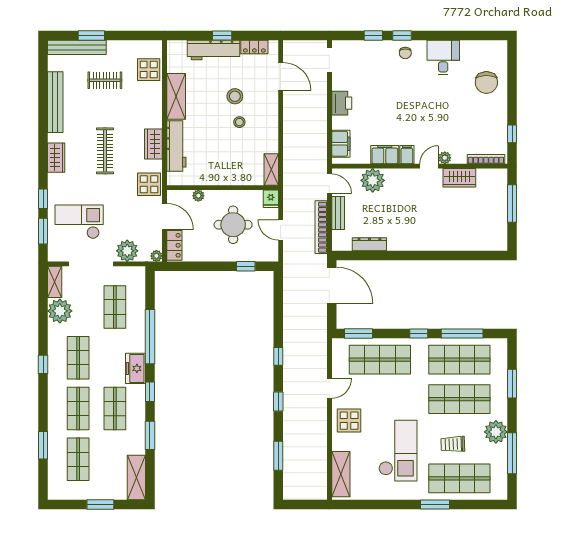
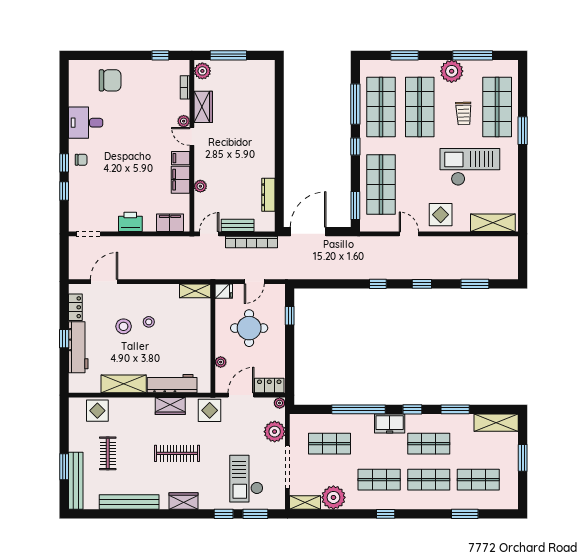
bookcase: (486, 159) -> (185, 87), width x0.64
plant: (496, 177) -> (202, 71), added
plant: (373, 180) -> (200, 186), width x0.53, depth x0.53

